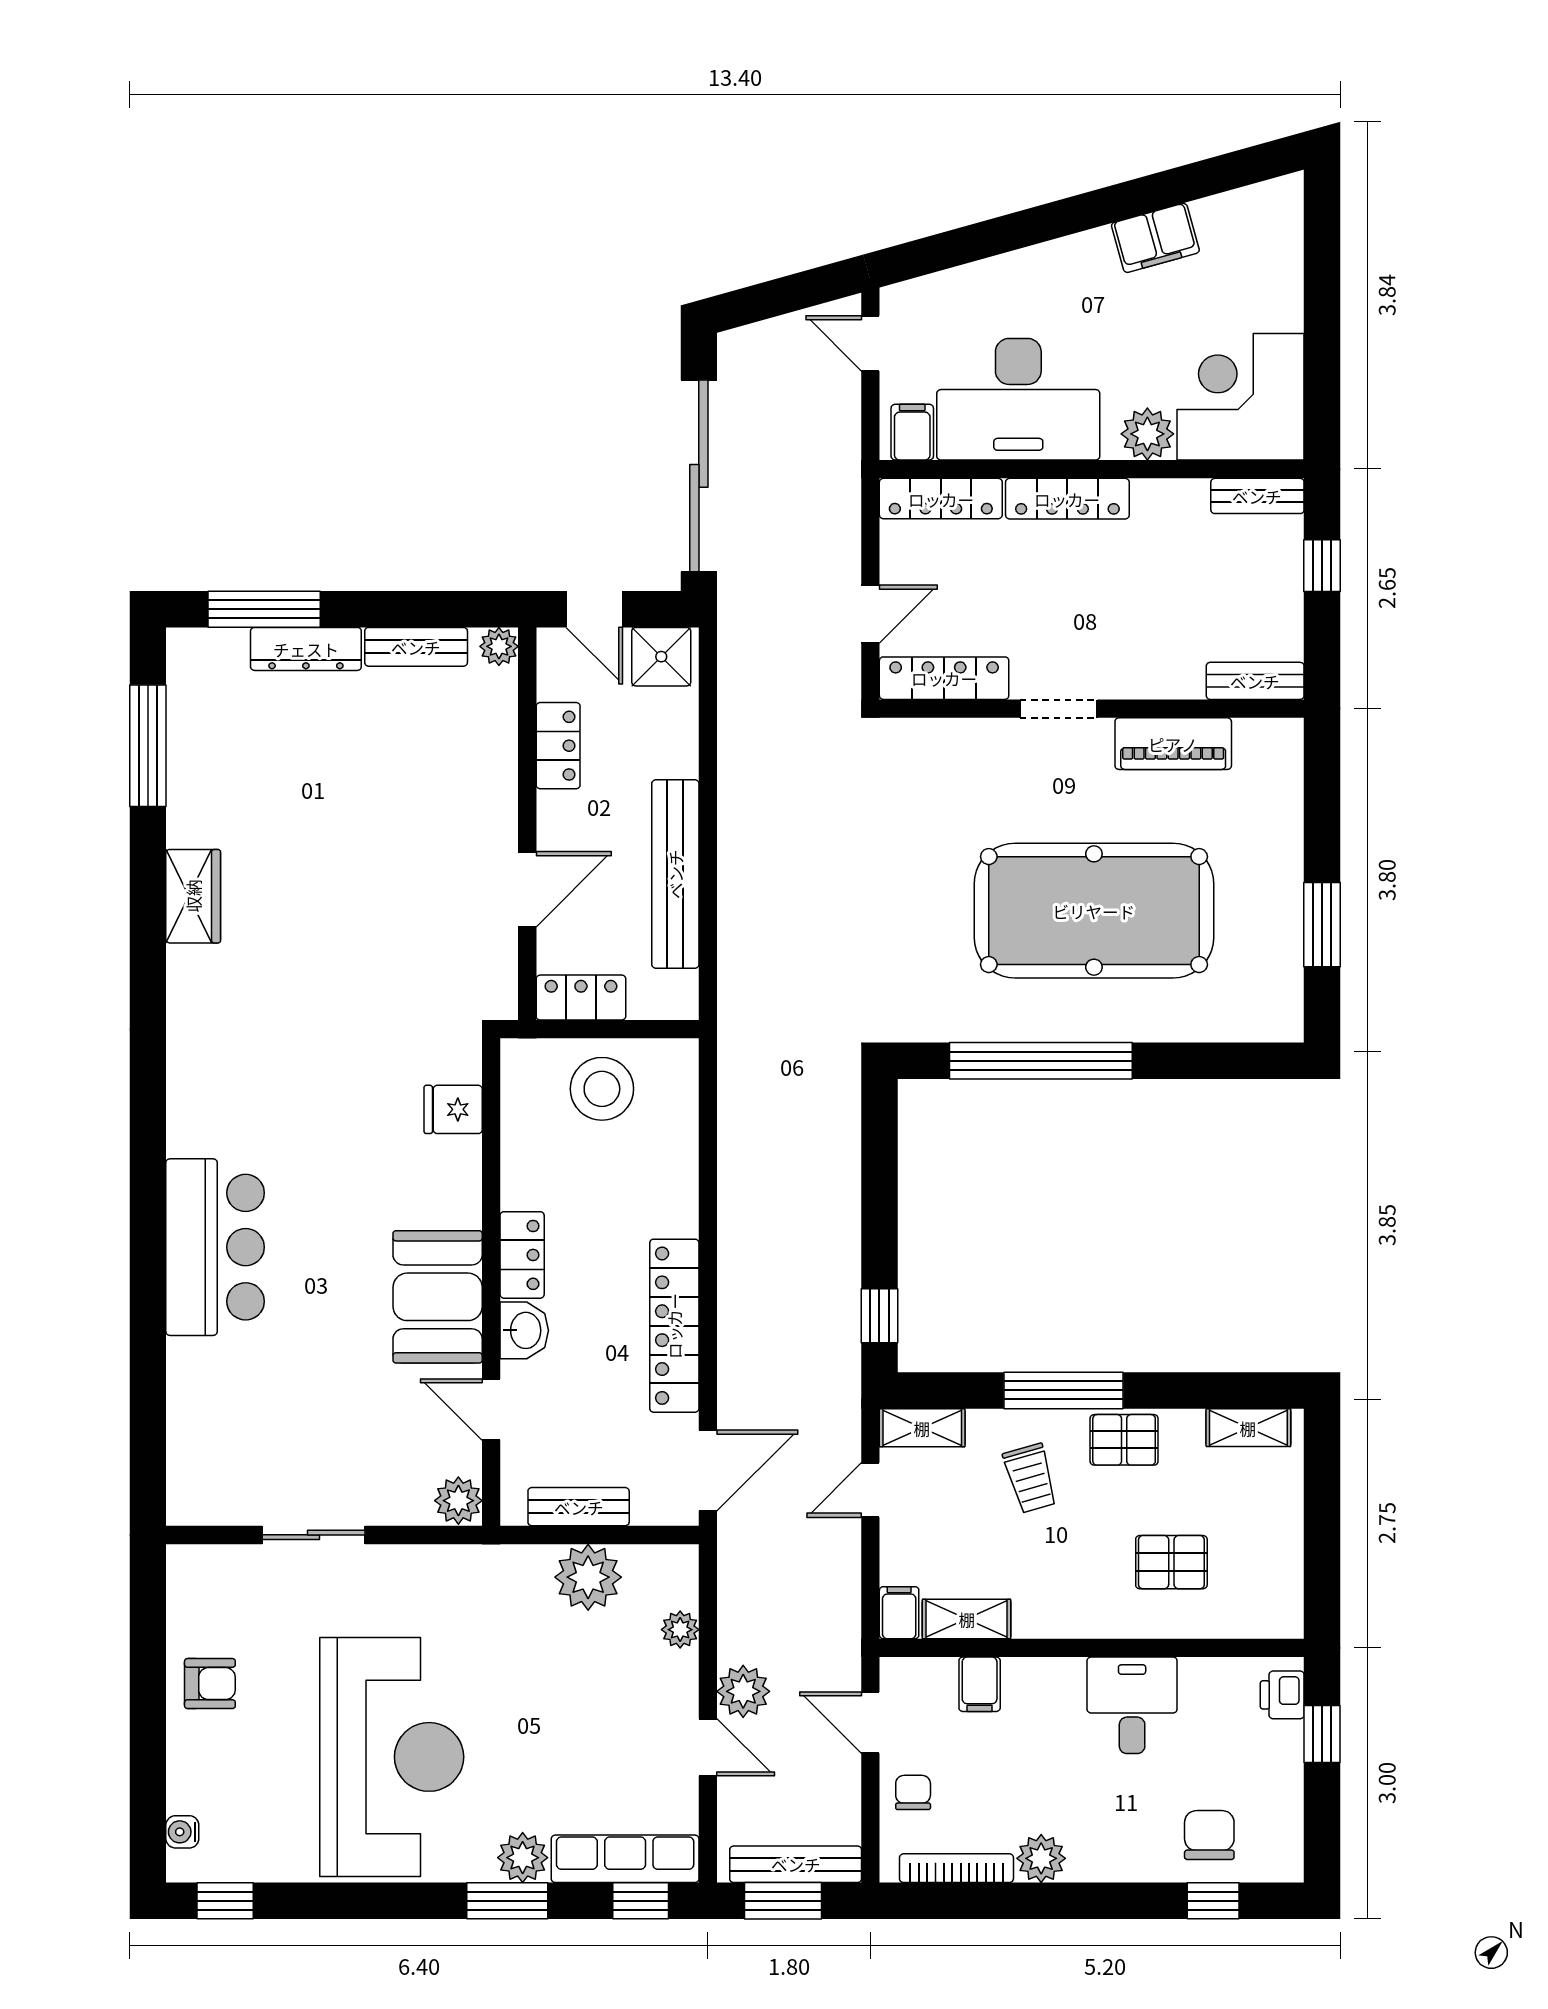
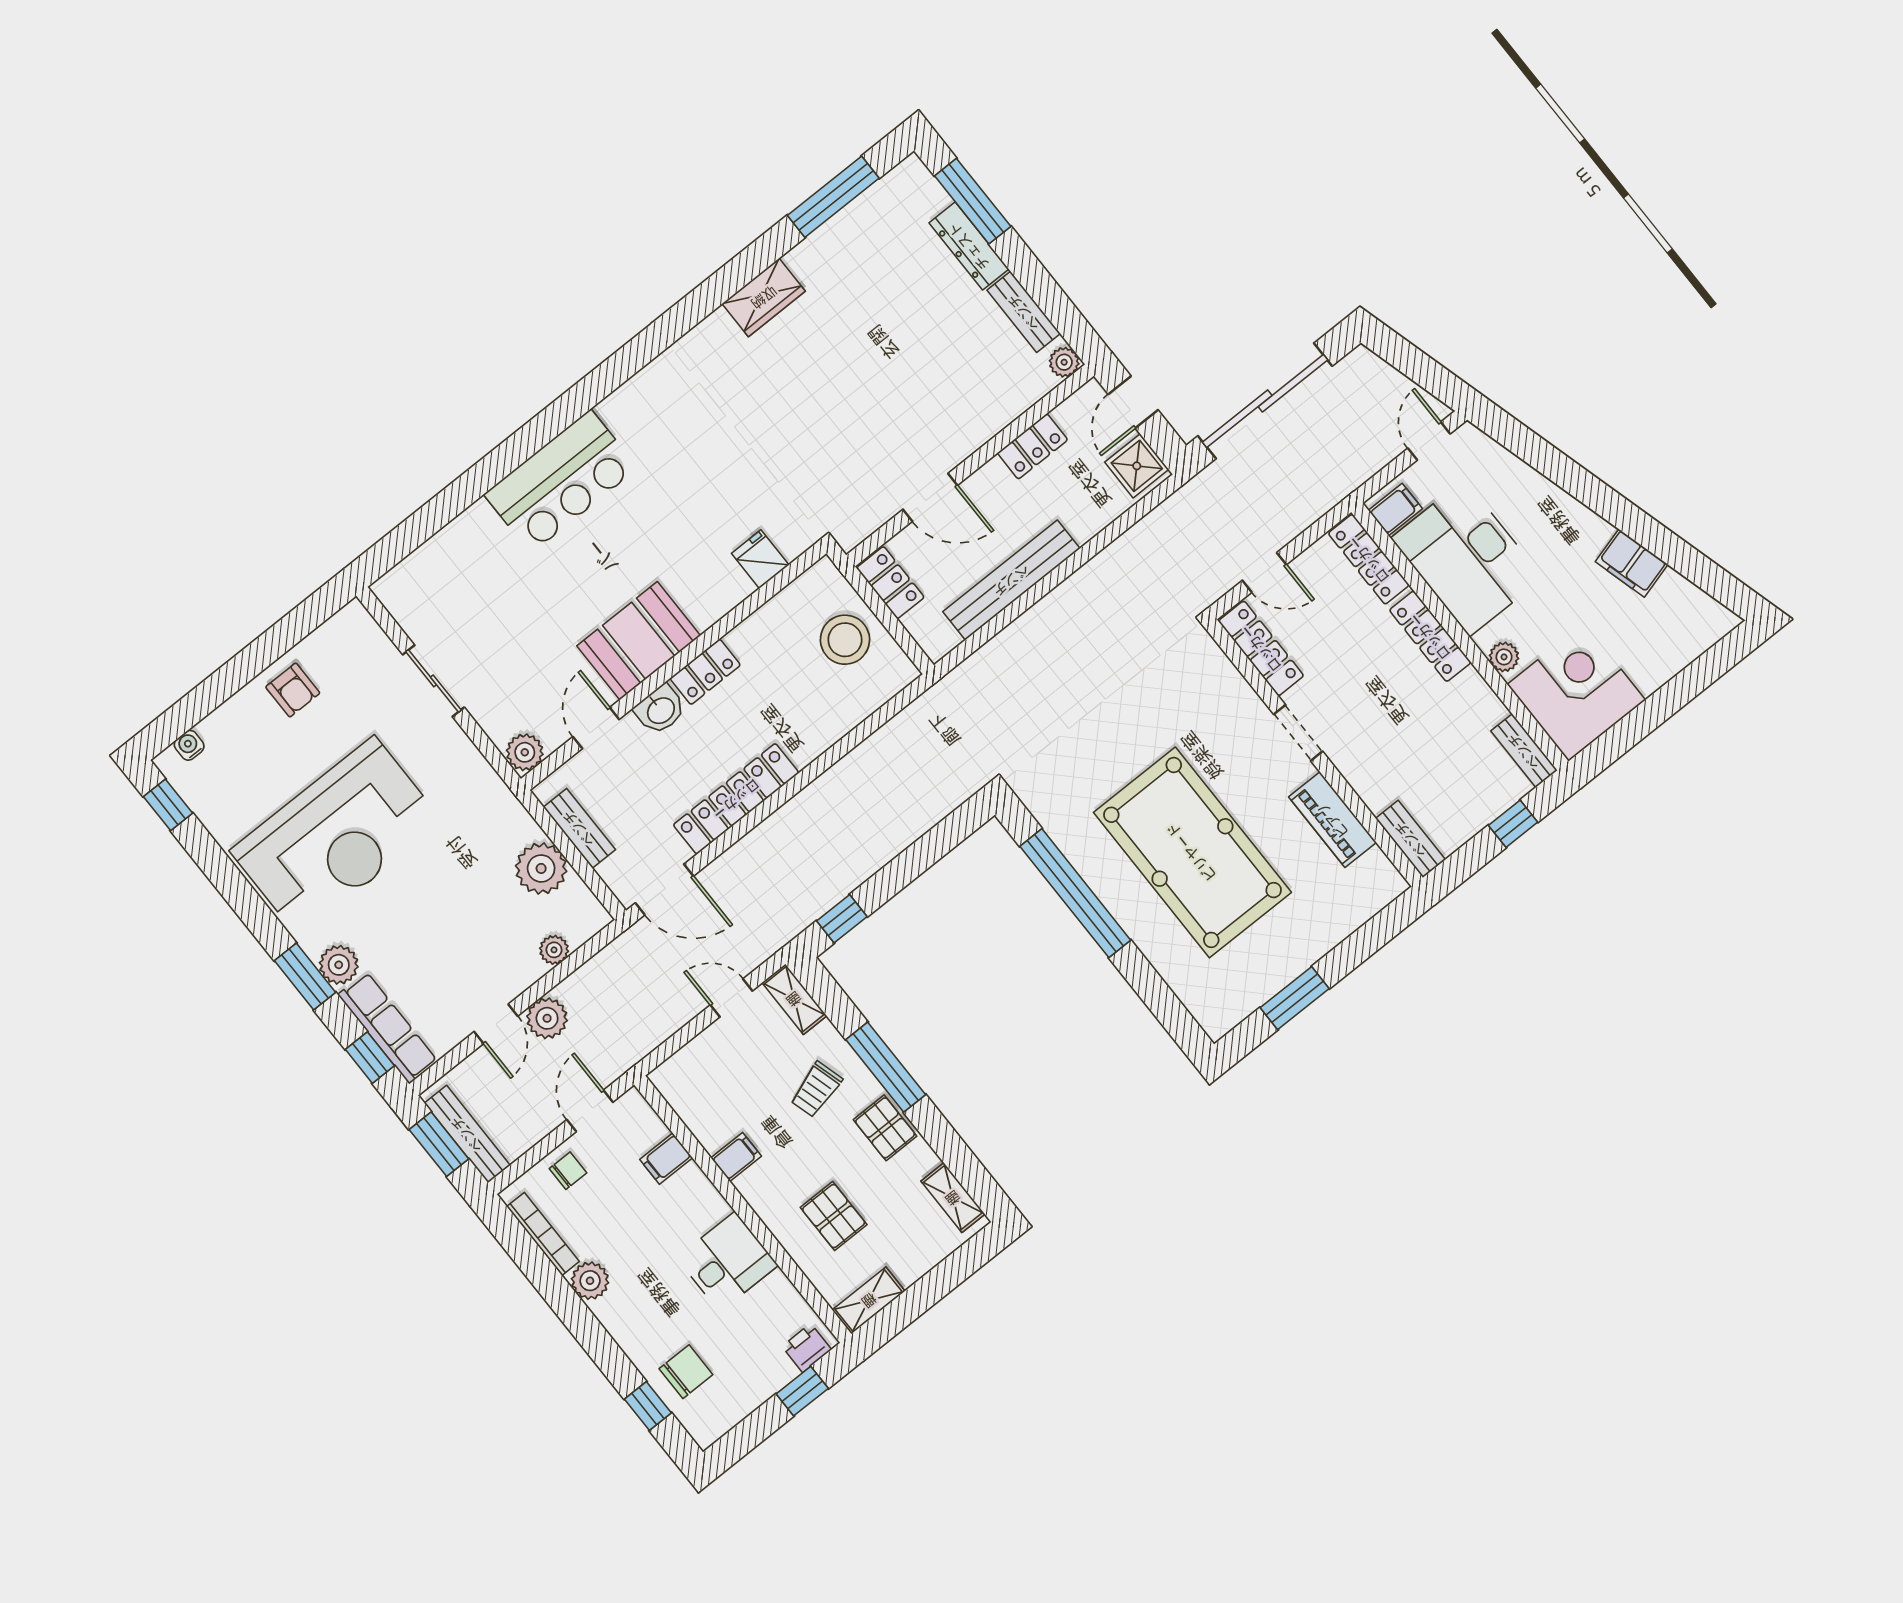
plant: (1147, 434) -> (1504, 657), width x0.73, depth x0.73
filing cabinet: (899, 1613) -> (736, 1157), moved
shelving: (967, 1619) -> (869, 1300), moved, turned 90

